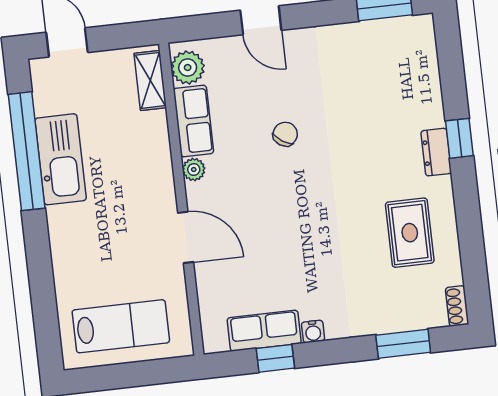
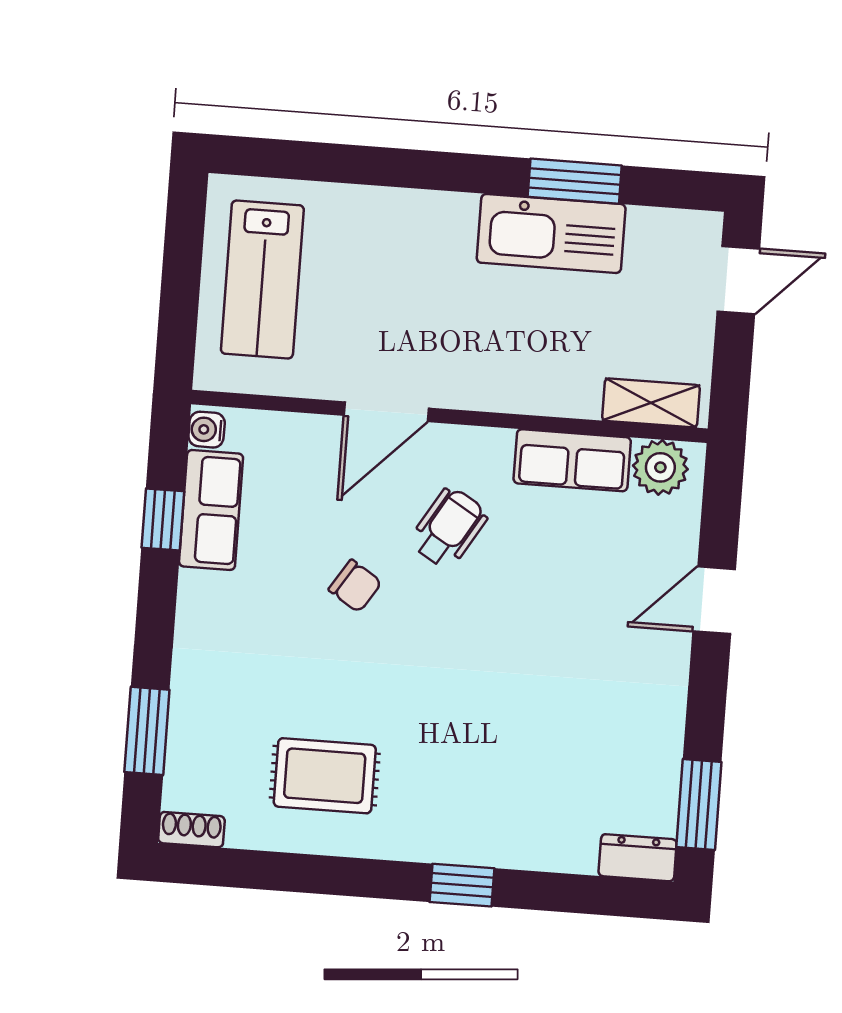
chair: (285, 134) -> (355, 586), moved
window: (27, 151) -> (575, 181), width x0.47
dresser: (436, 152) -> (638, 858), moved
plant: (194, 169) -> (494, 446), removed
wheelchair: (248, 187) -> (449, 528), added
water cooler: (313, 332) -> (207, 430), moved

